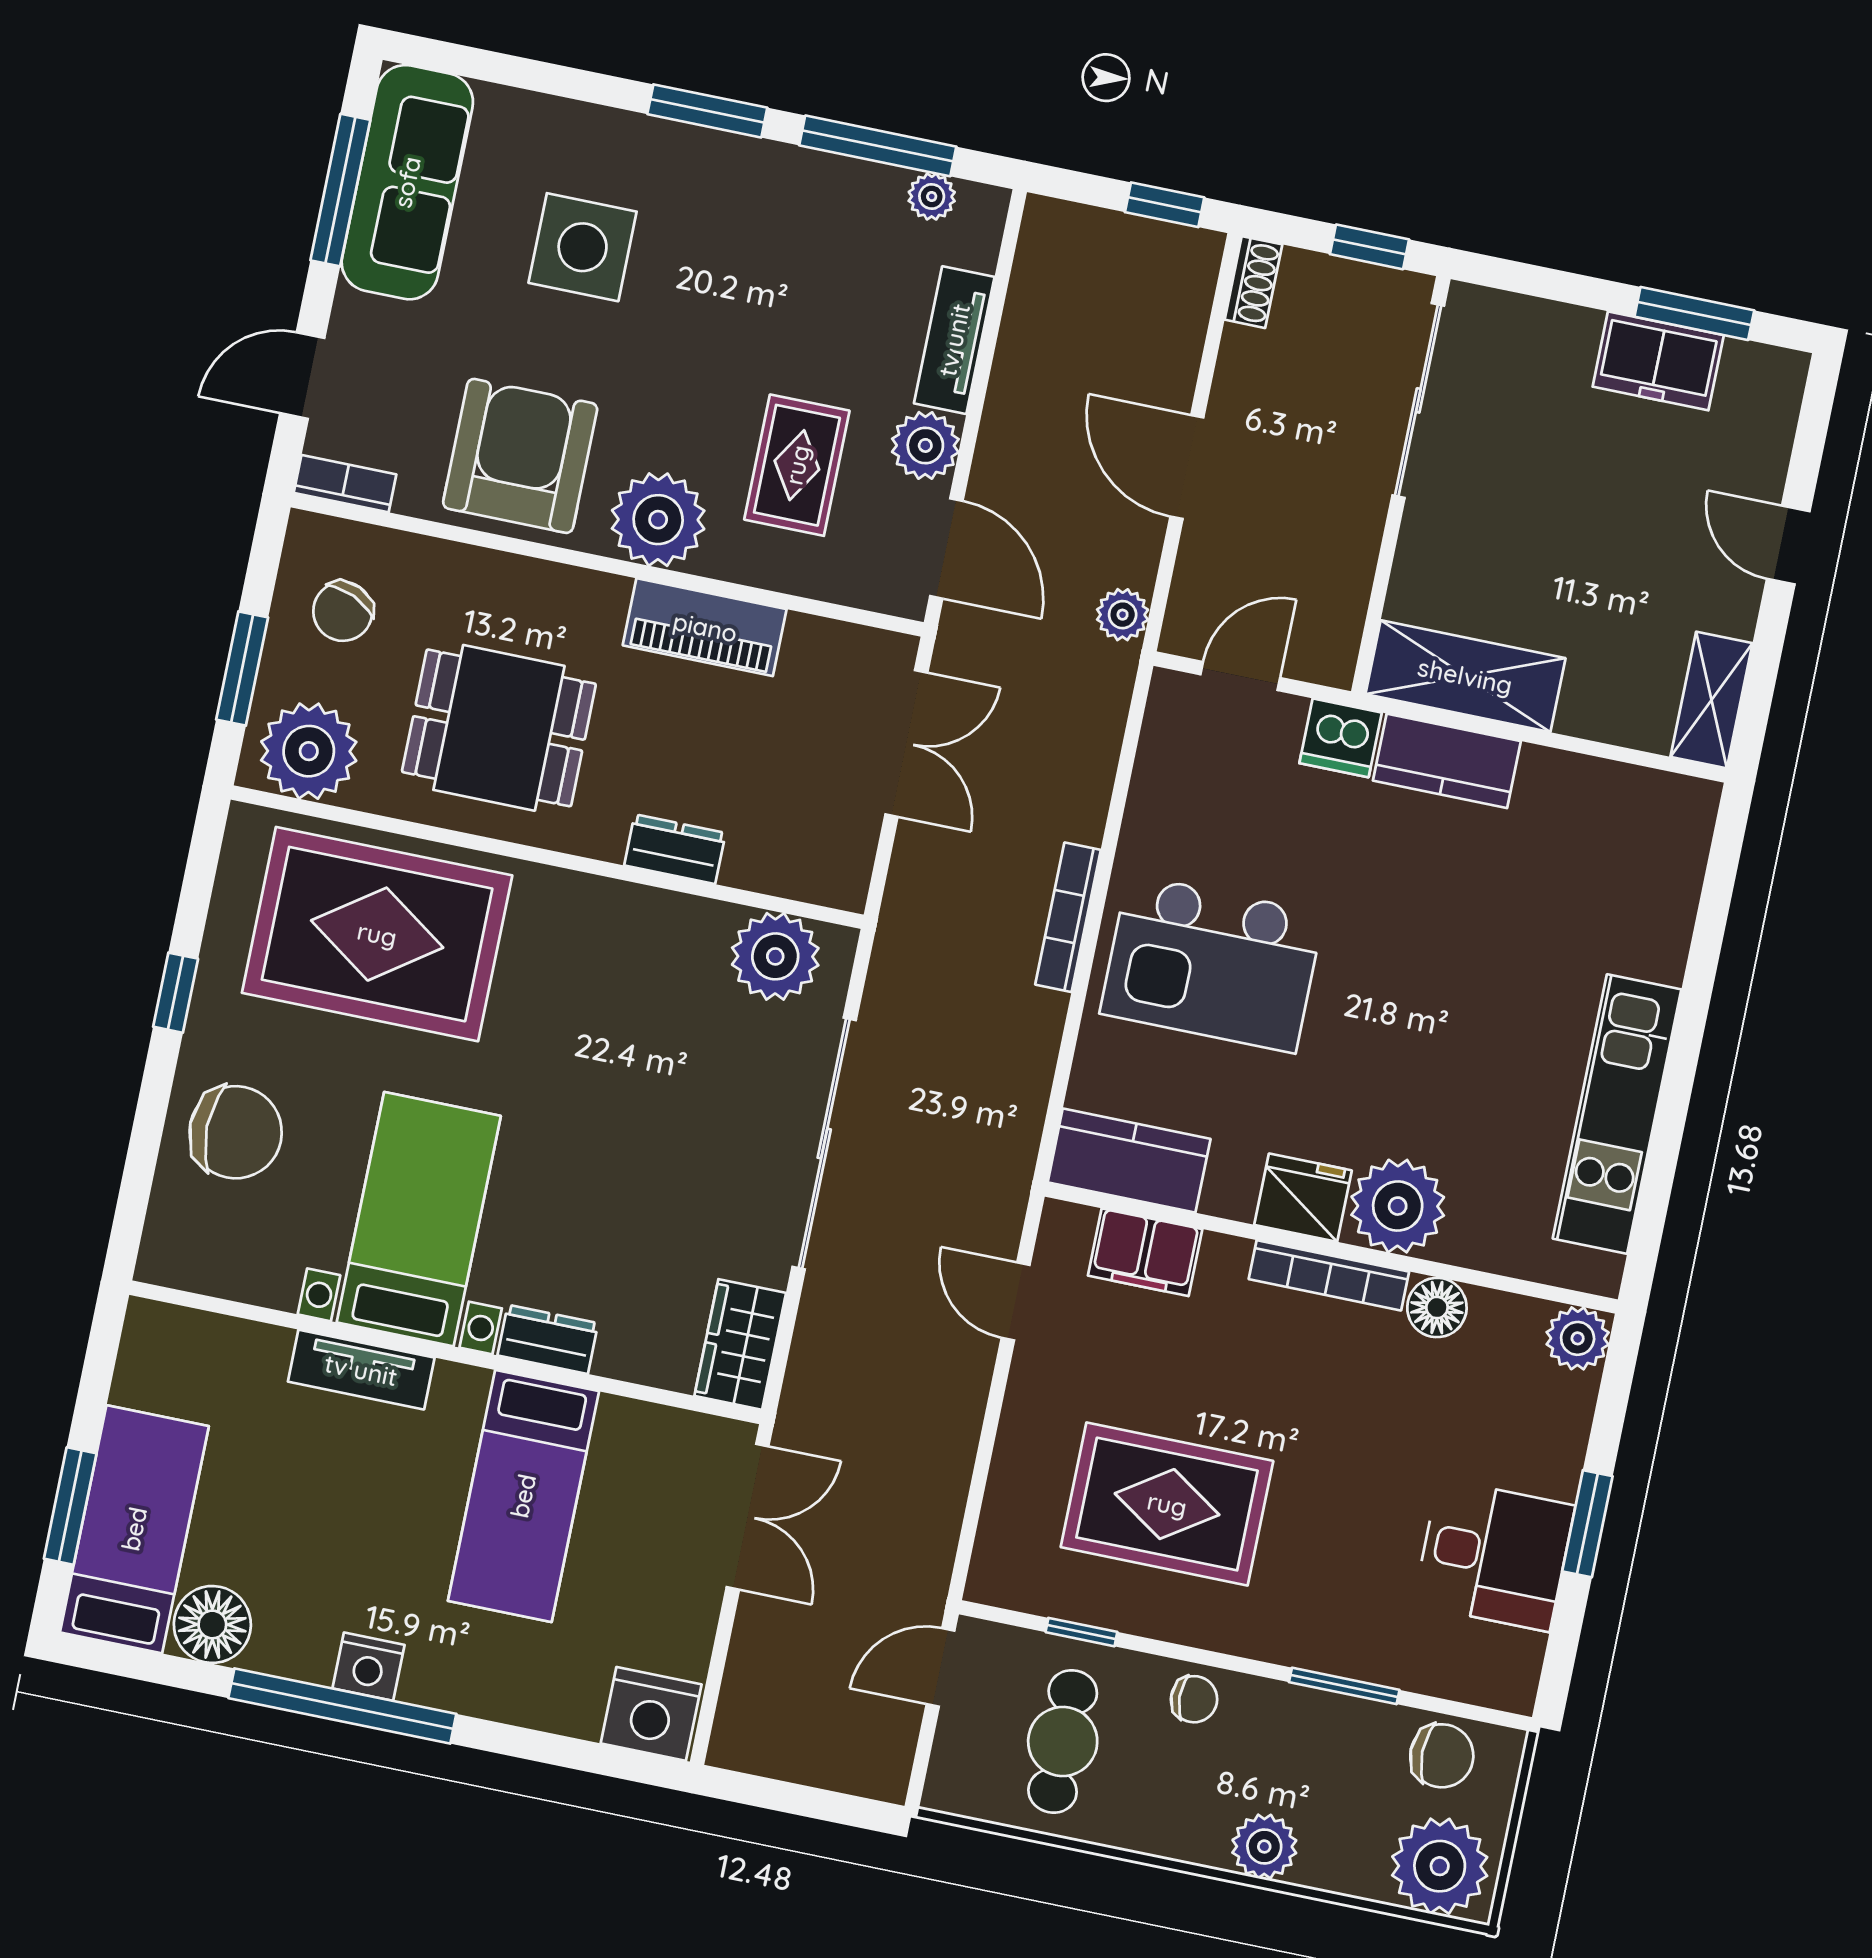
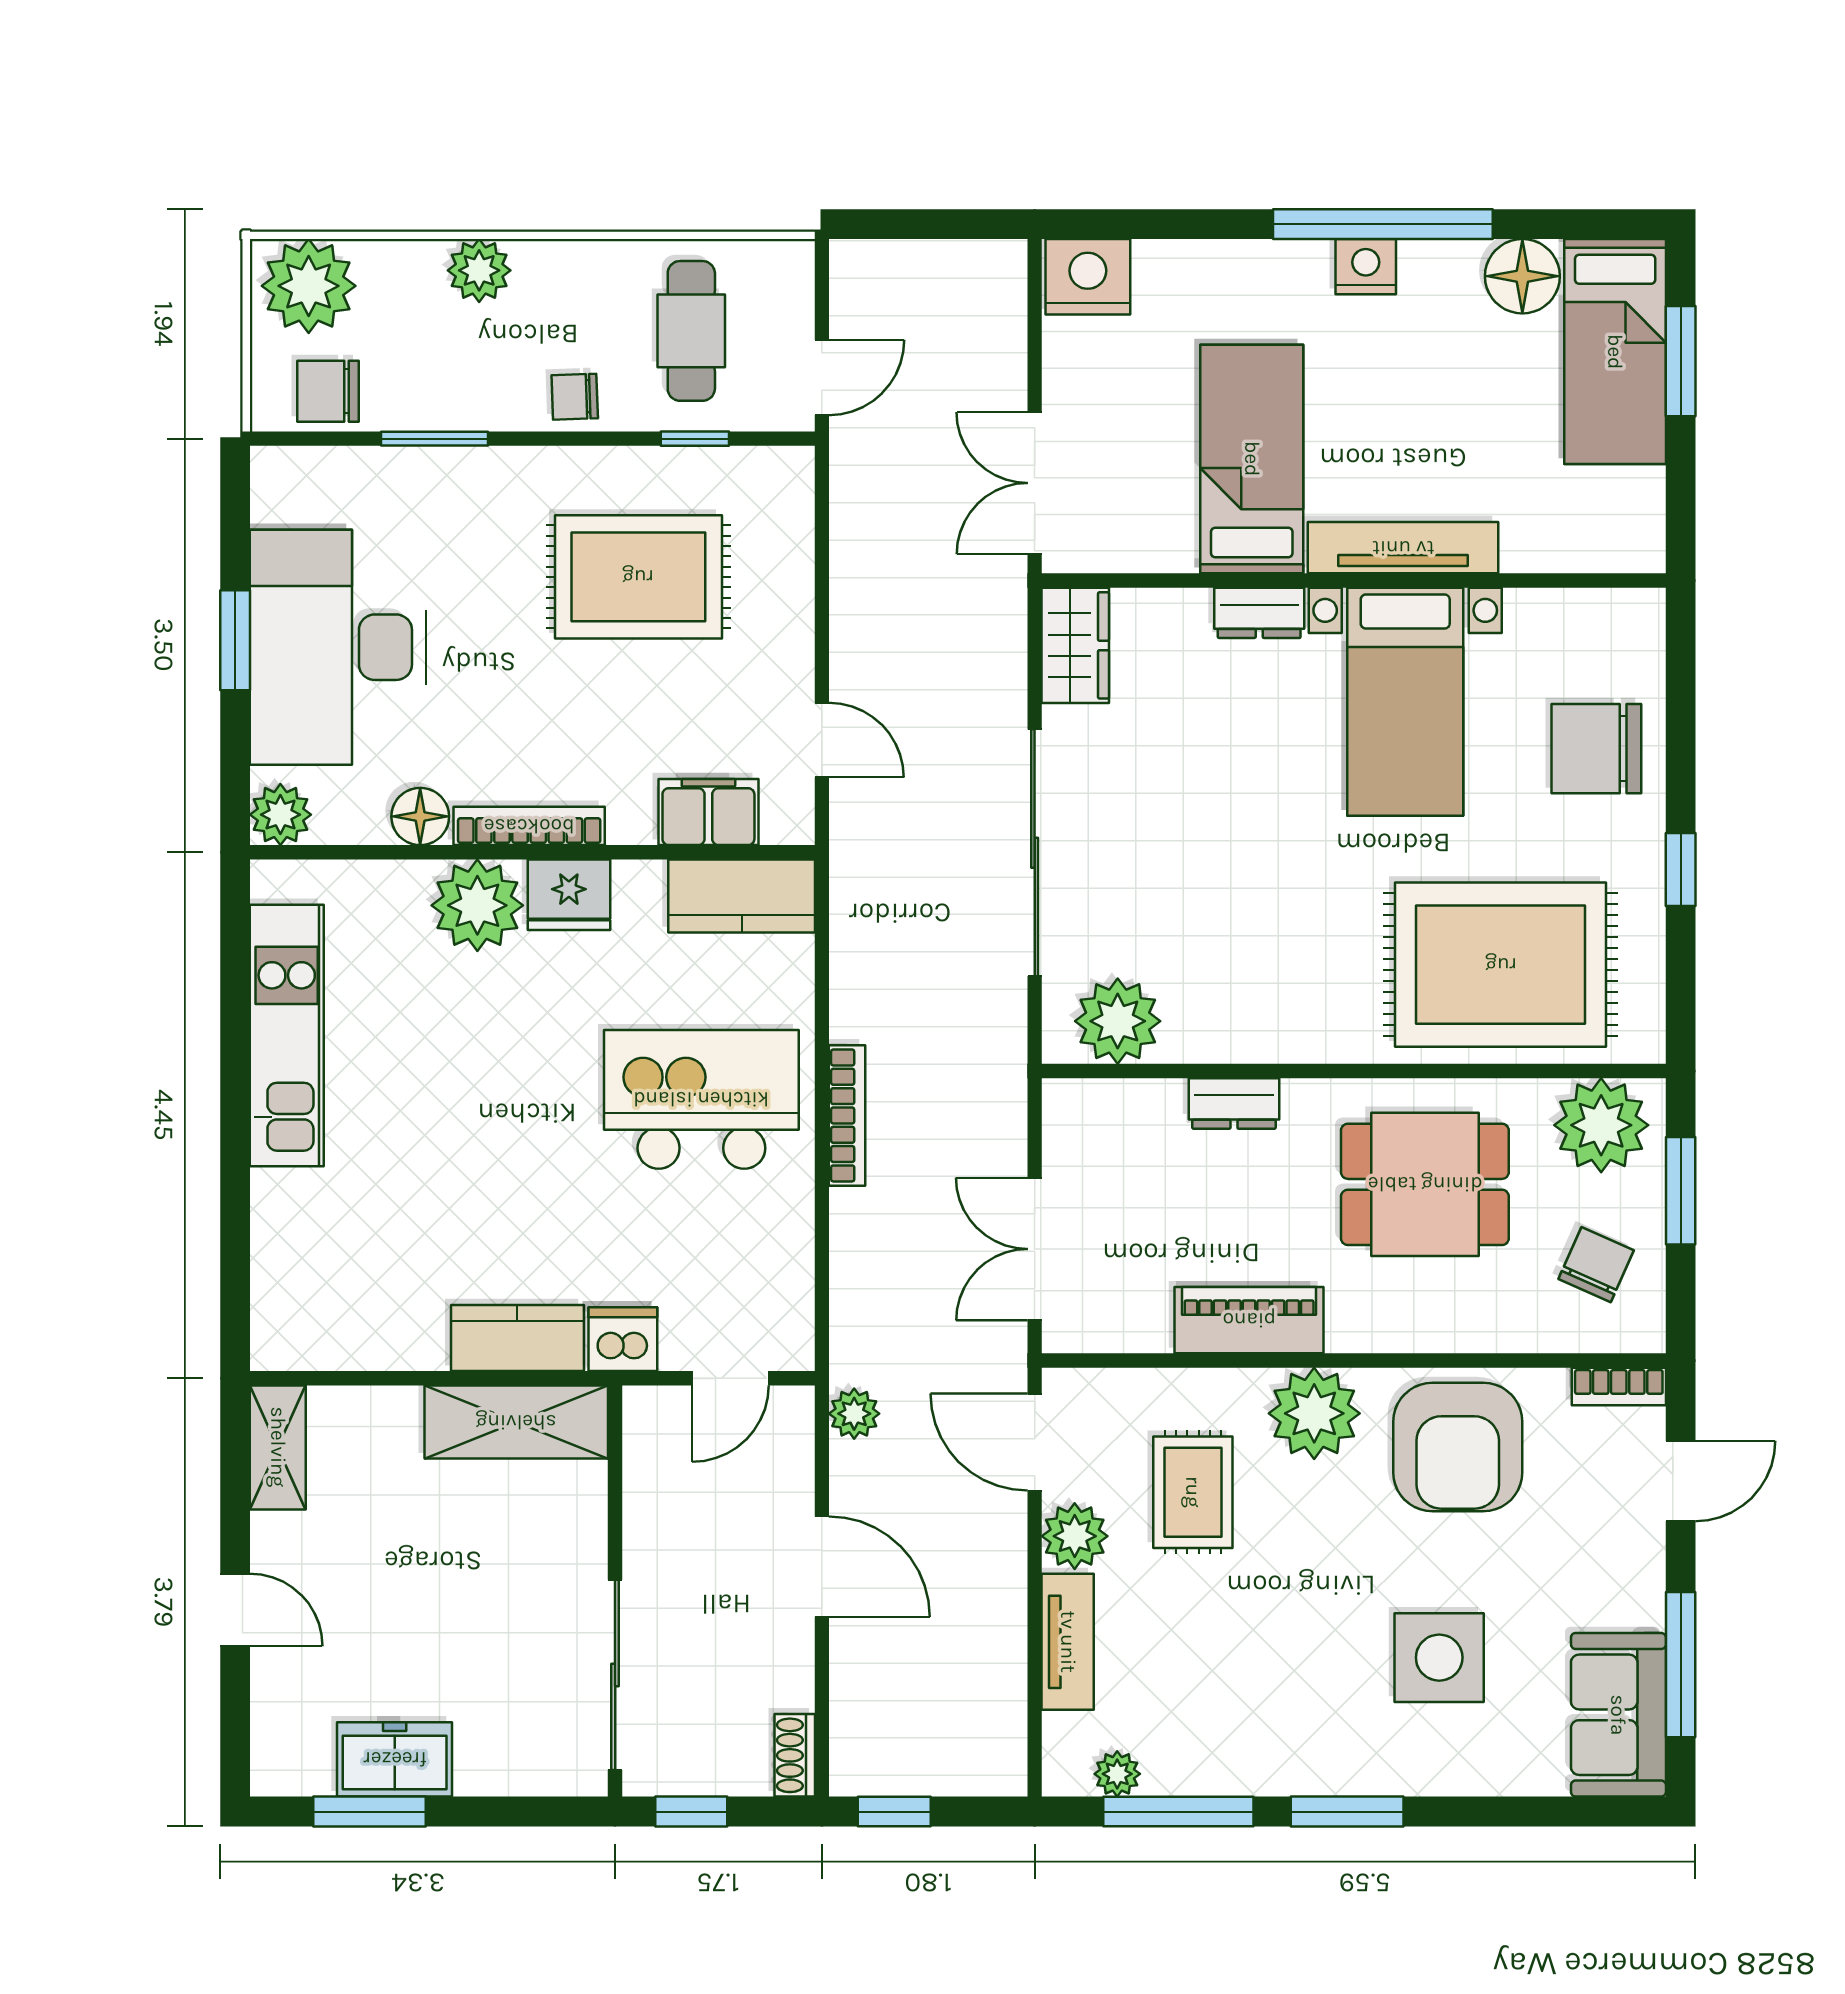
sofa: (407, 182) -> (1618, 1715), width x0.73
tv unit: (361, 1370) -> (1403, 548), width x1.41
desk: (1494, 1555) -> (338, 647), width x1.87, depth x1.30

